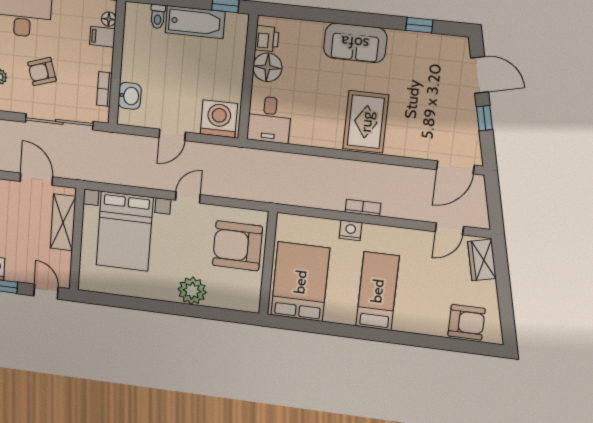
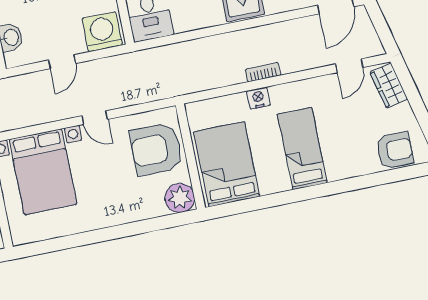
door: (188, 197) -> (95, 118), swing flipped
plant: (192, 291) -> (180, 198), moved

